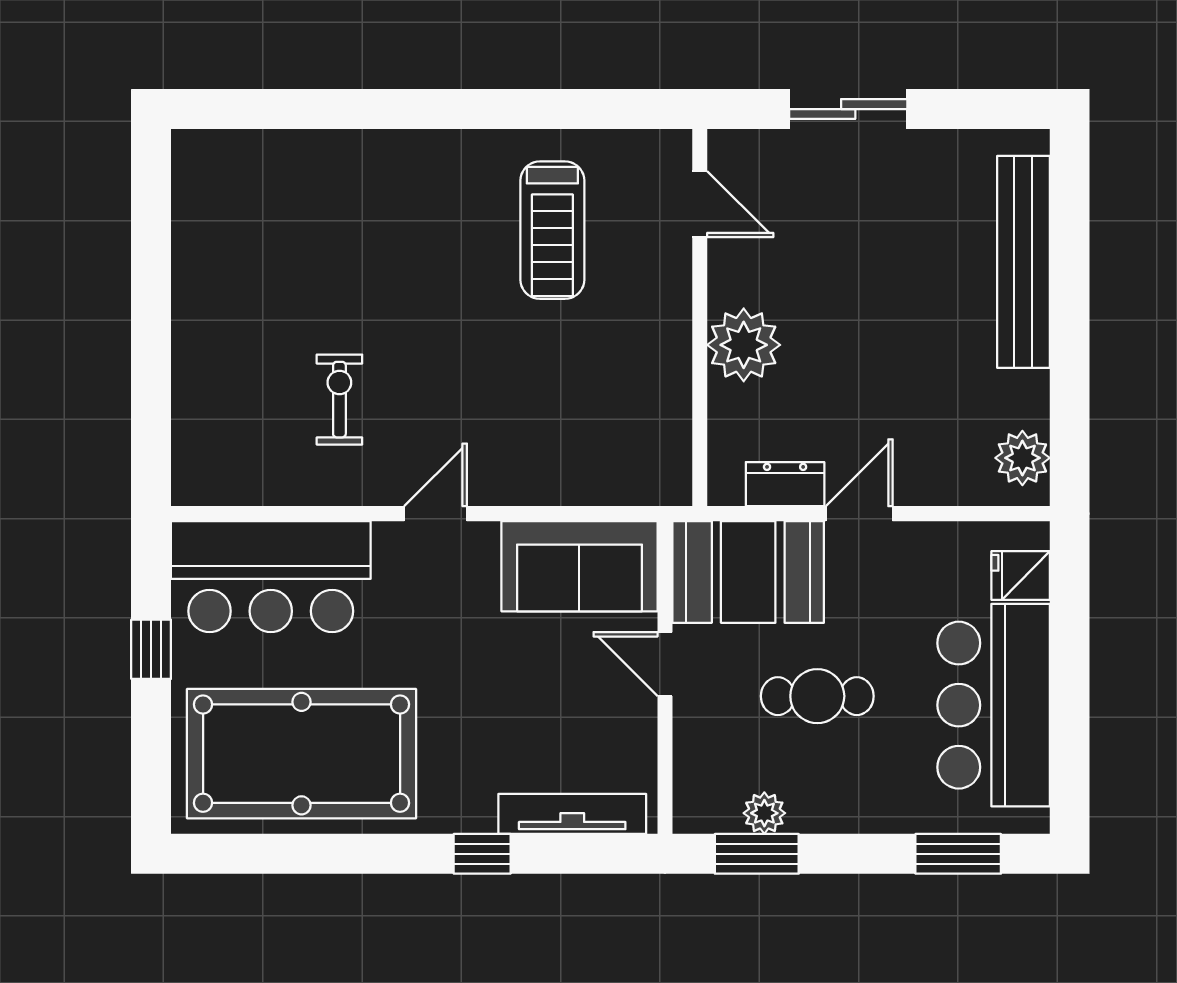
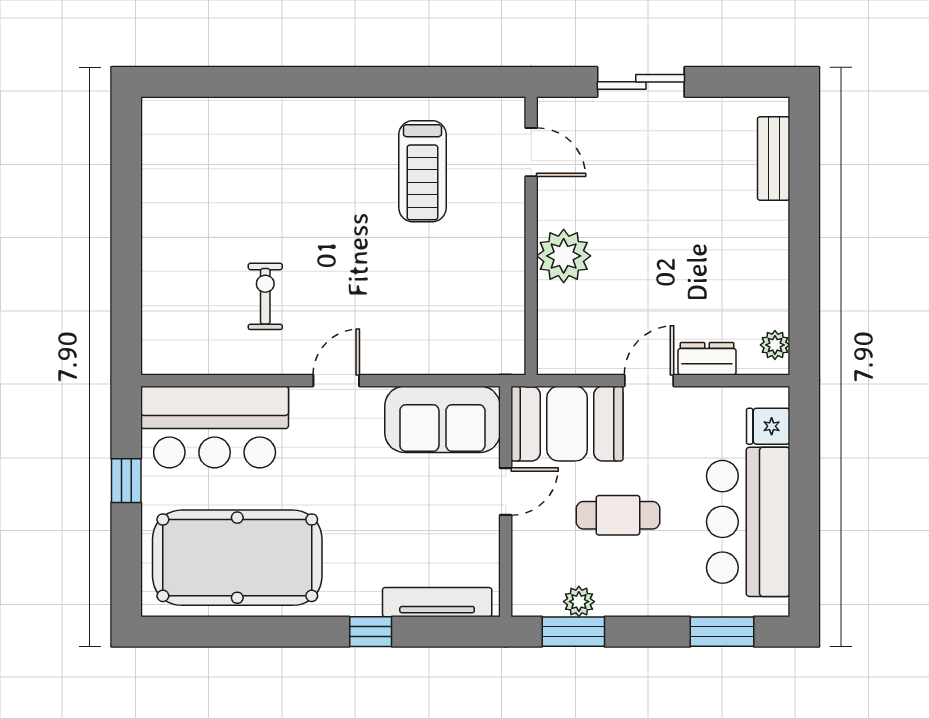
bench: (1023, 262) -> (774, 158), width x0.54, depth x0.82
plant: (1022, 458) -> (775, 345), width x0.73, depth x0.73
dresser: (785, 484) -> (707, 359), moved
door: (665, 664) -> (506, 492), swing flipped

